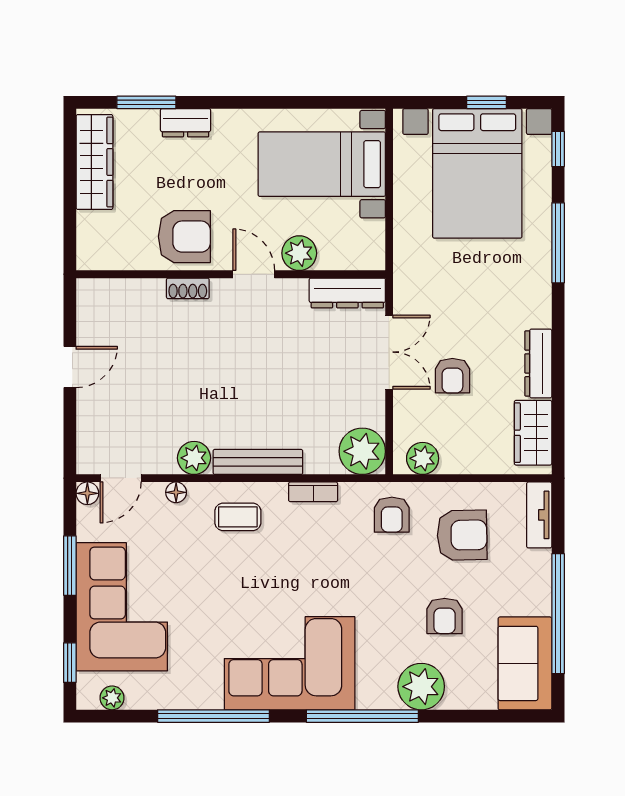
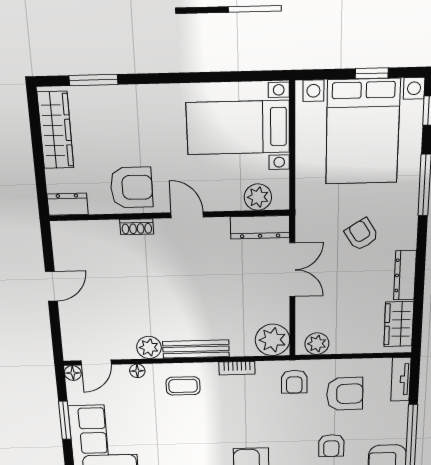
dresser: (186, 123) -> (68, 204), moved, turned 180
plant: (299, 253) -> (258, 197), moved
armchair: (452, 376) -> (362, 234), moved, turned 148

